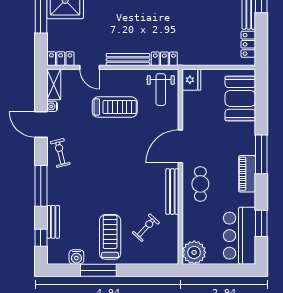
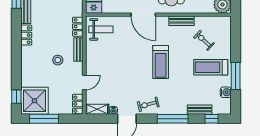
stool: (120, 32) -> (58, 60), added
bench: (128, 59) -> (78, 50), width x0.73
treadmill: (115, 107) -> (161, 62), moved, turned 180
bench: (172, 191) -> (181, 21), width x0.73

